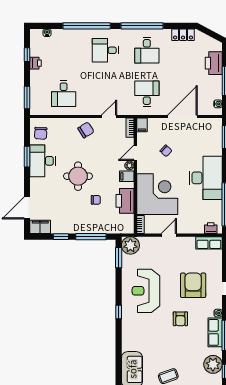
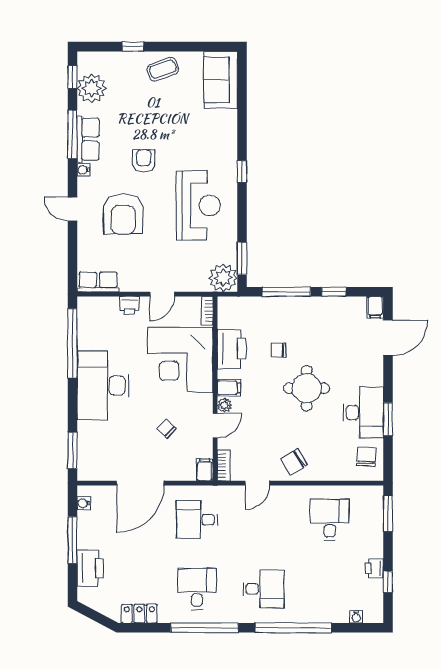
desk: (147, 94) -> (197, 520), turned 90
filing cabinet: (40, 227) -> (375, 307), width x0.50
printer: (211, 228) -> (129, 305), moved

